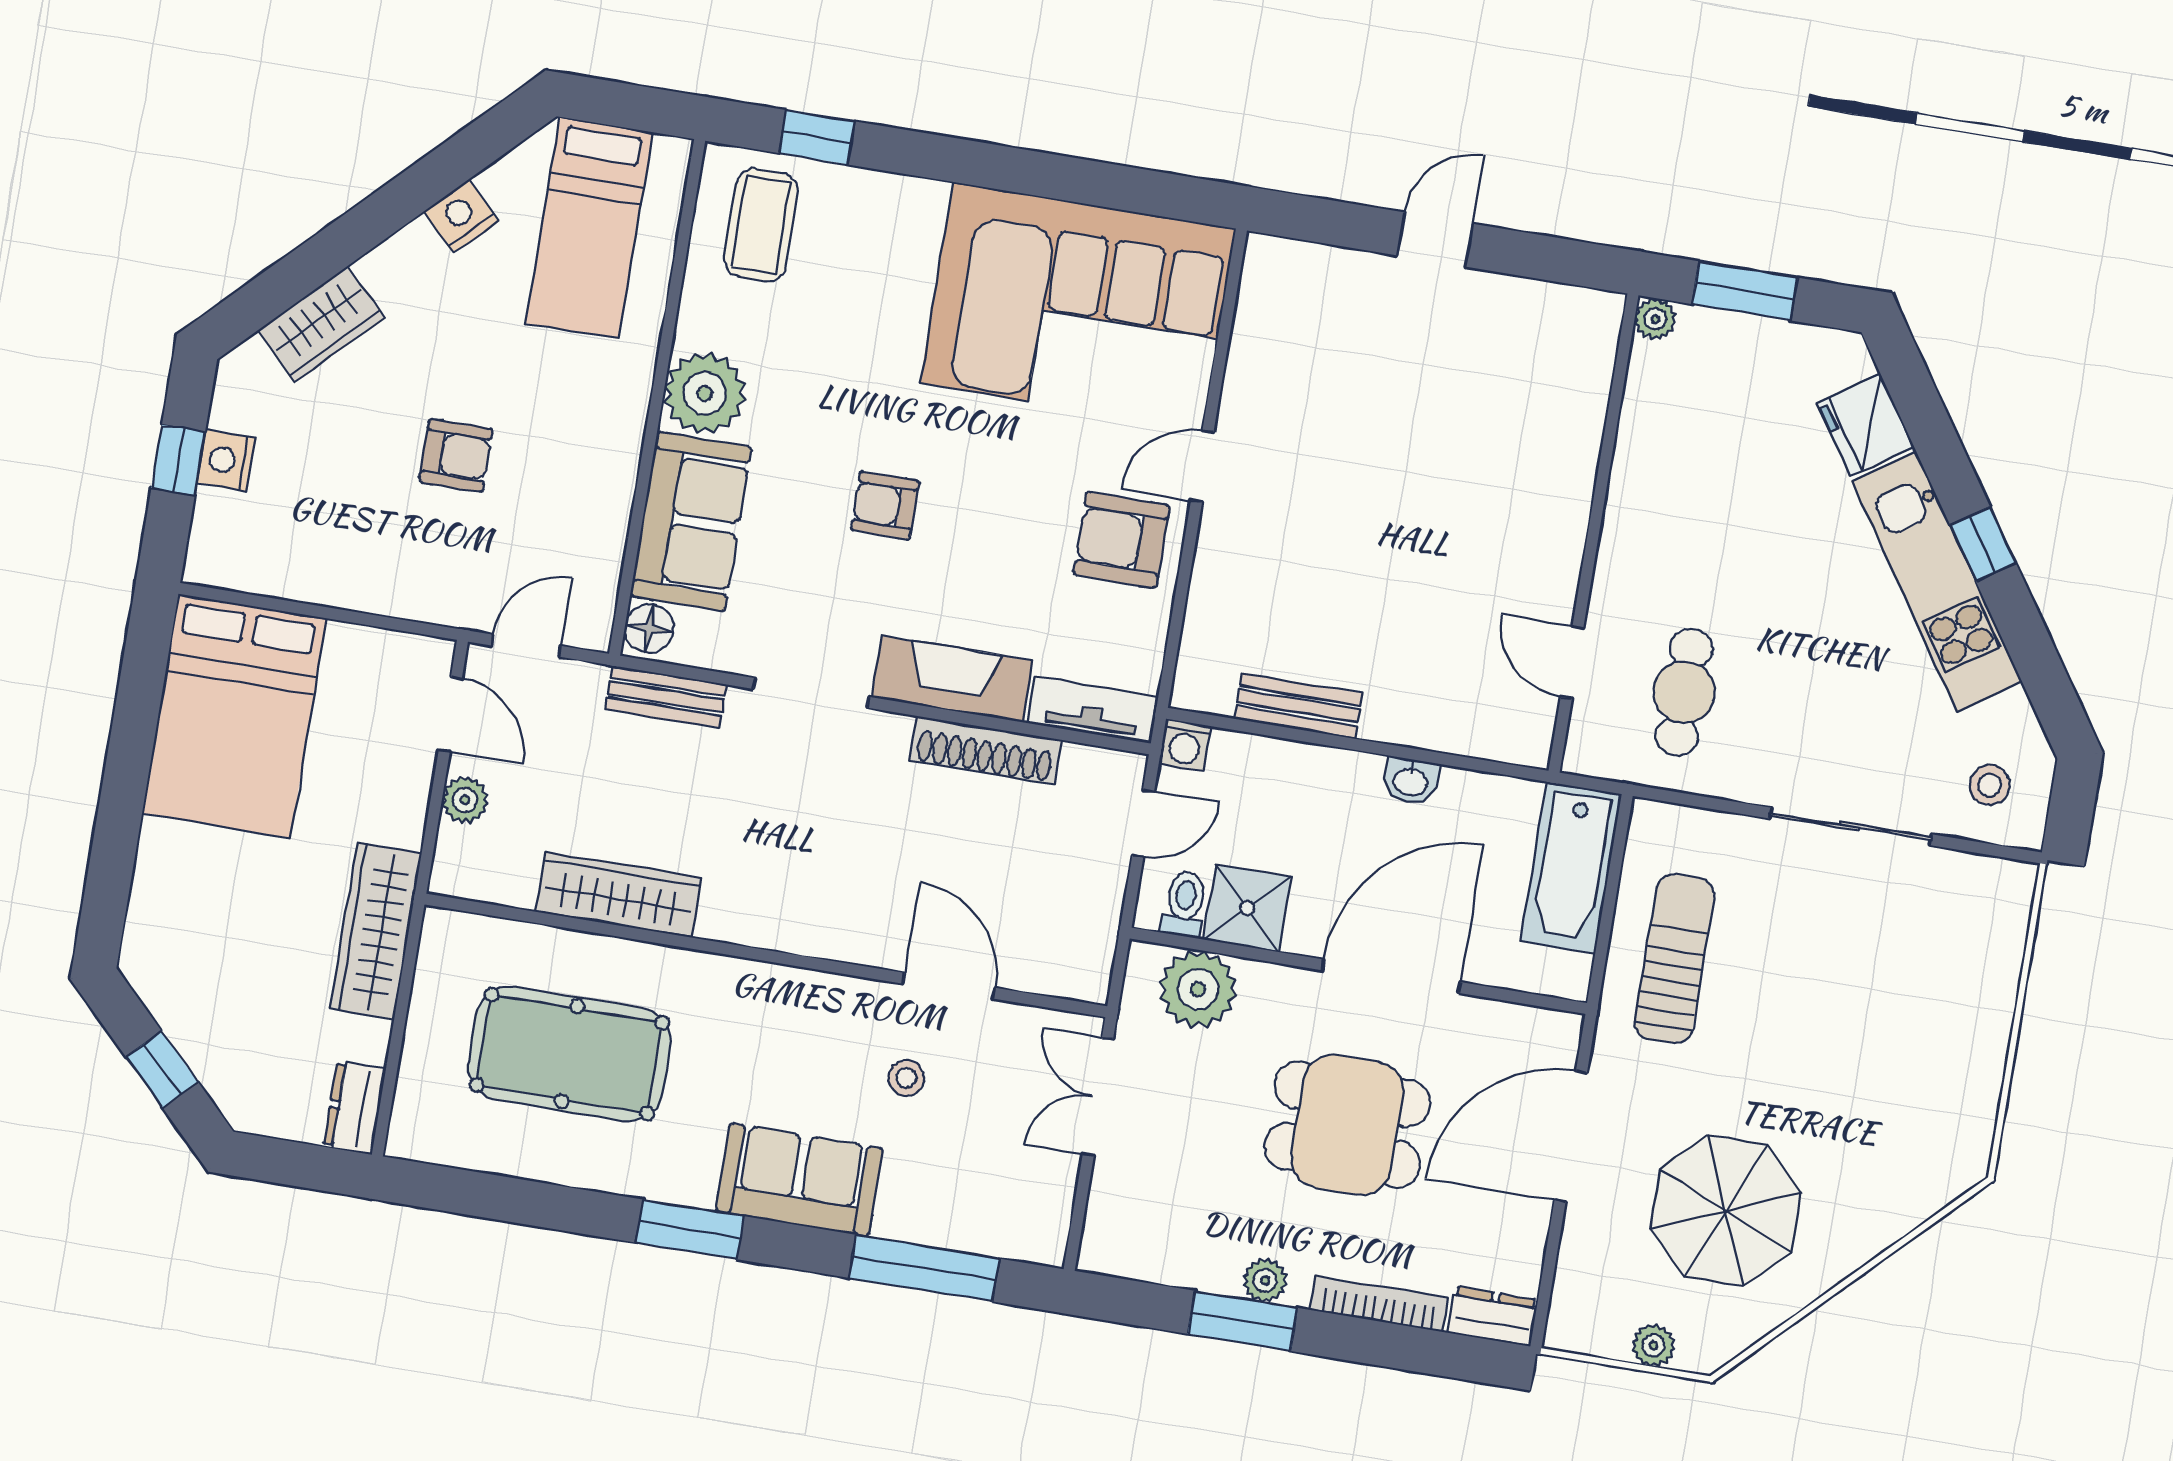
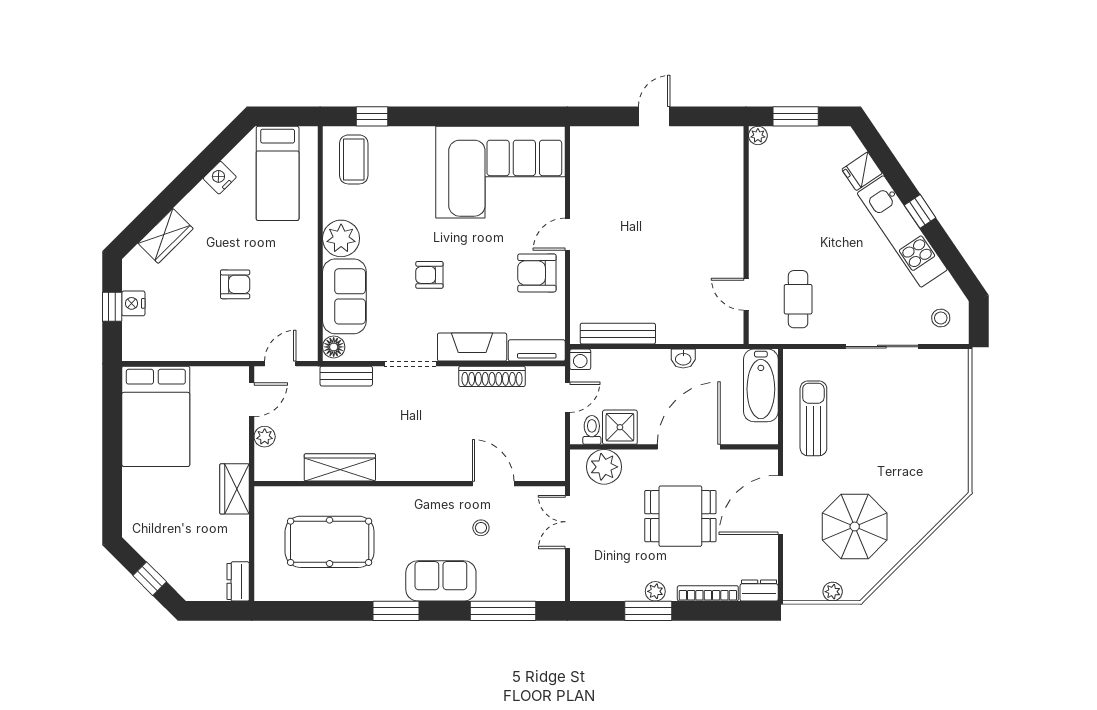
fridge: (1866, 425) -> (862, 171), width x0.72
bench: (1298, 706) -> (618, 334), width x1.36
door: (450, 714) -> (252, 400), hinge flipped
wardrobe: (376, 931) -> (235, 489), width x0.67

